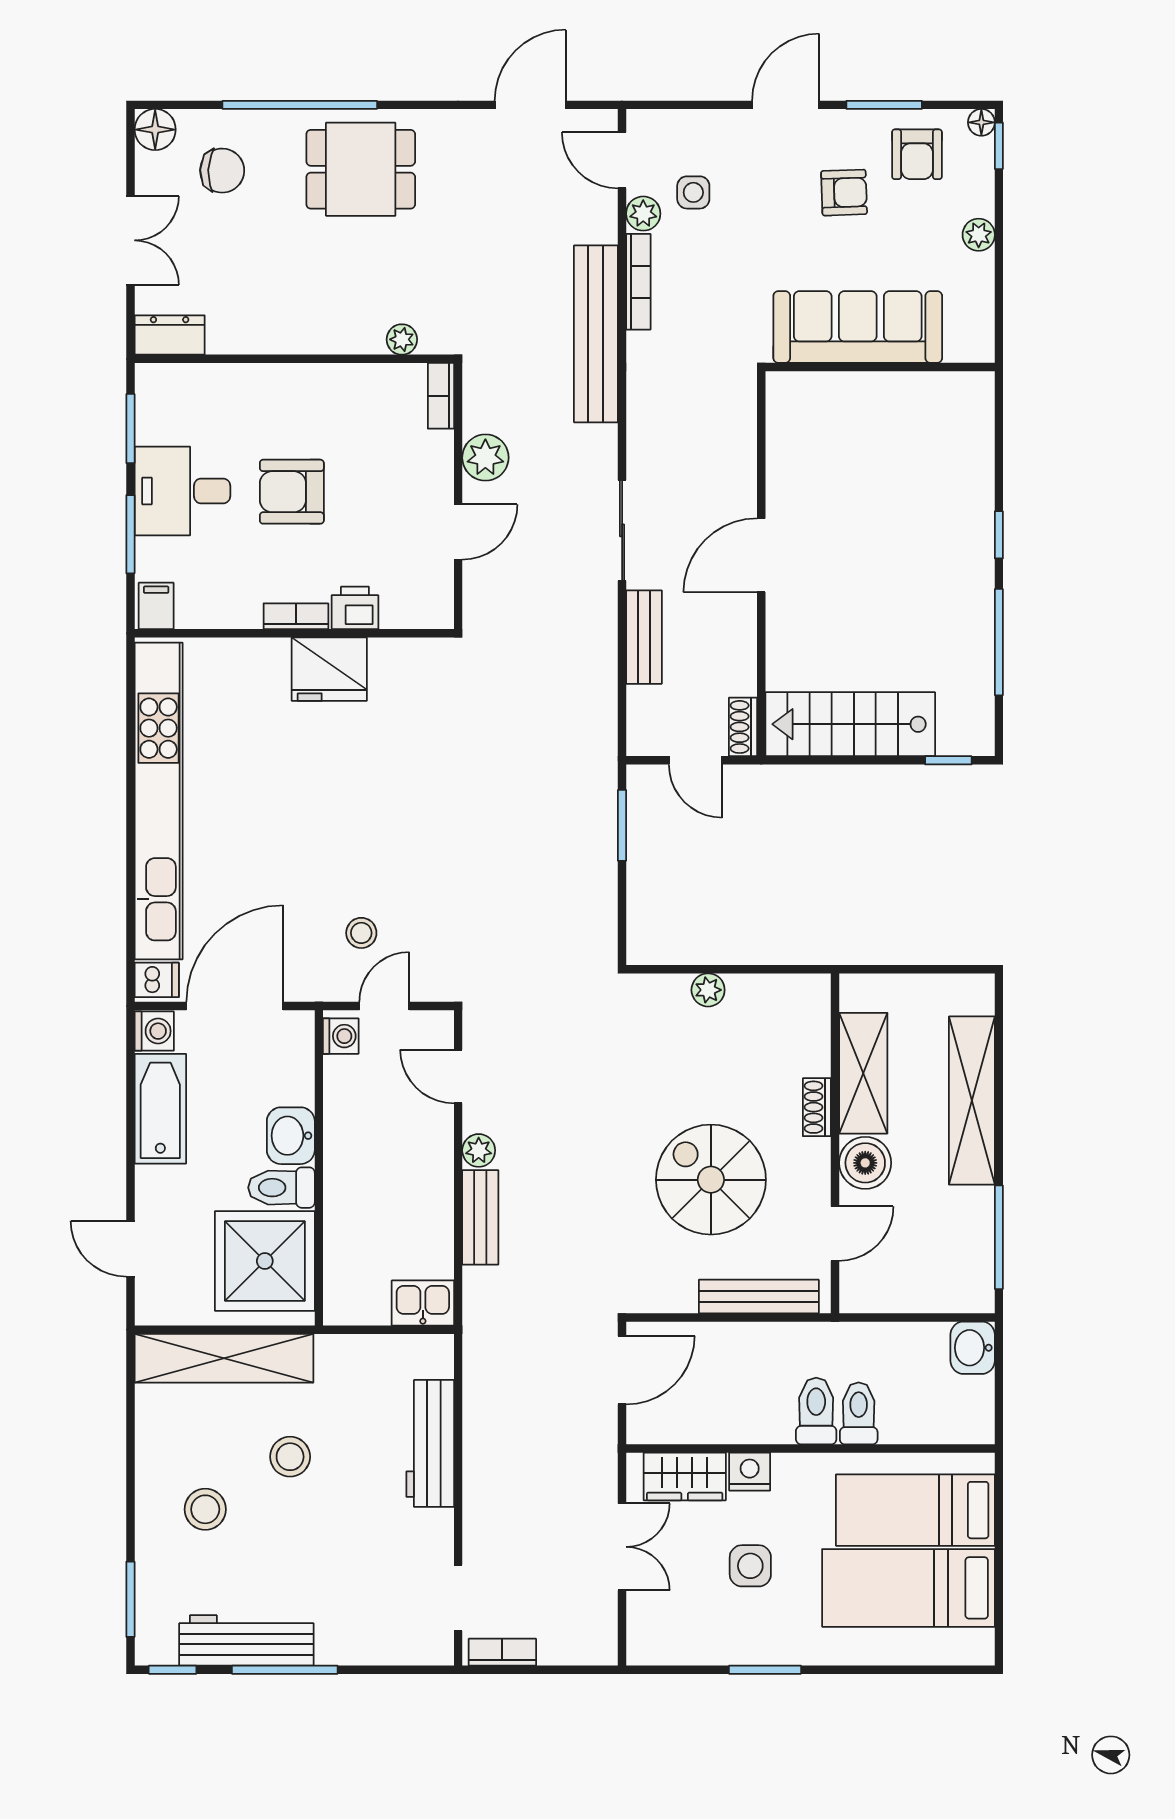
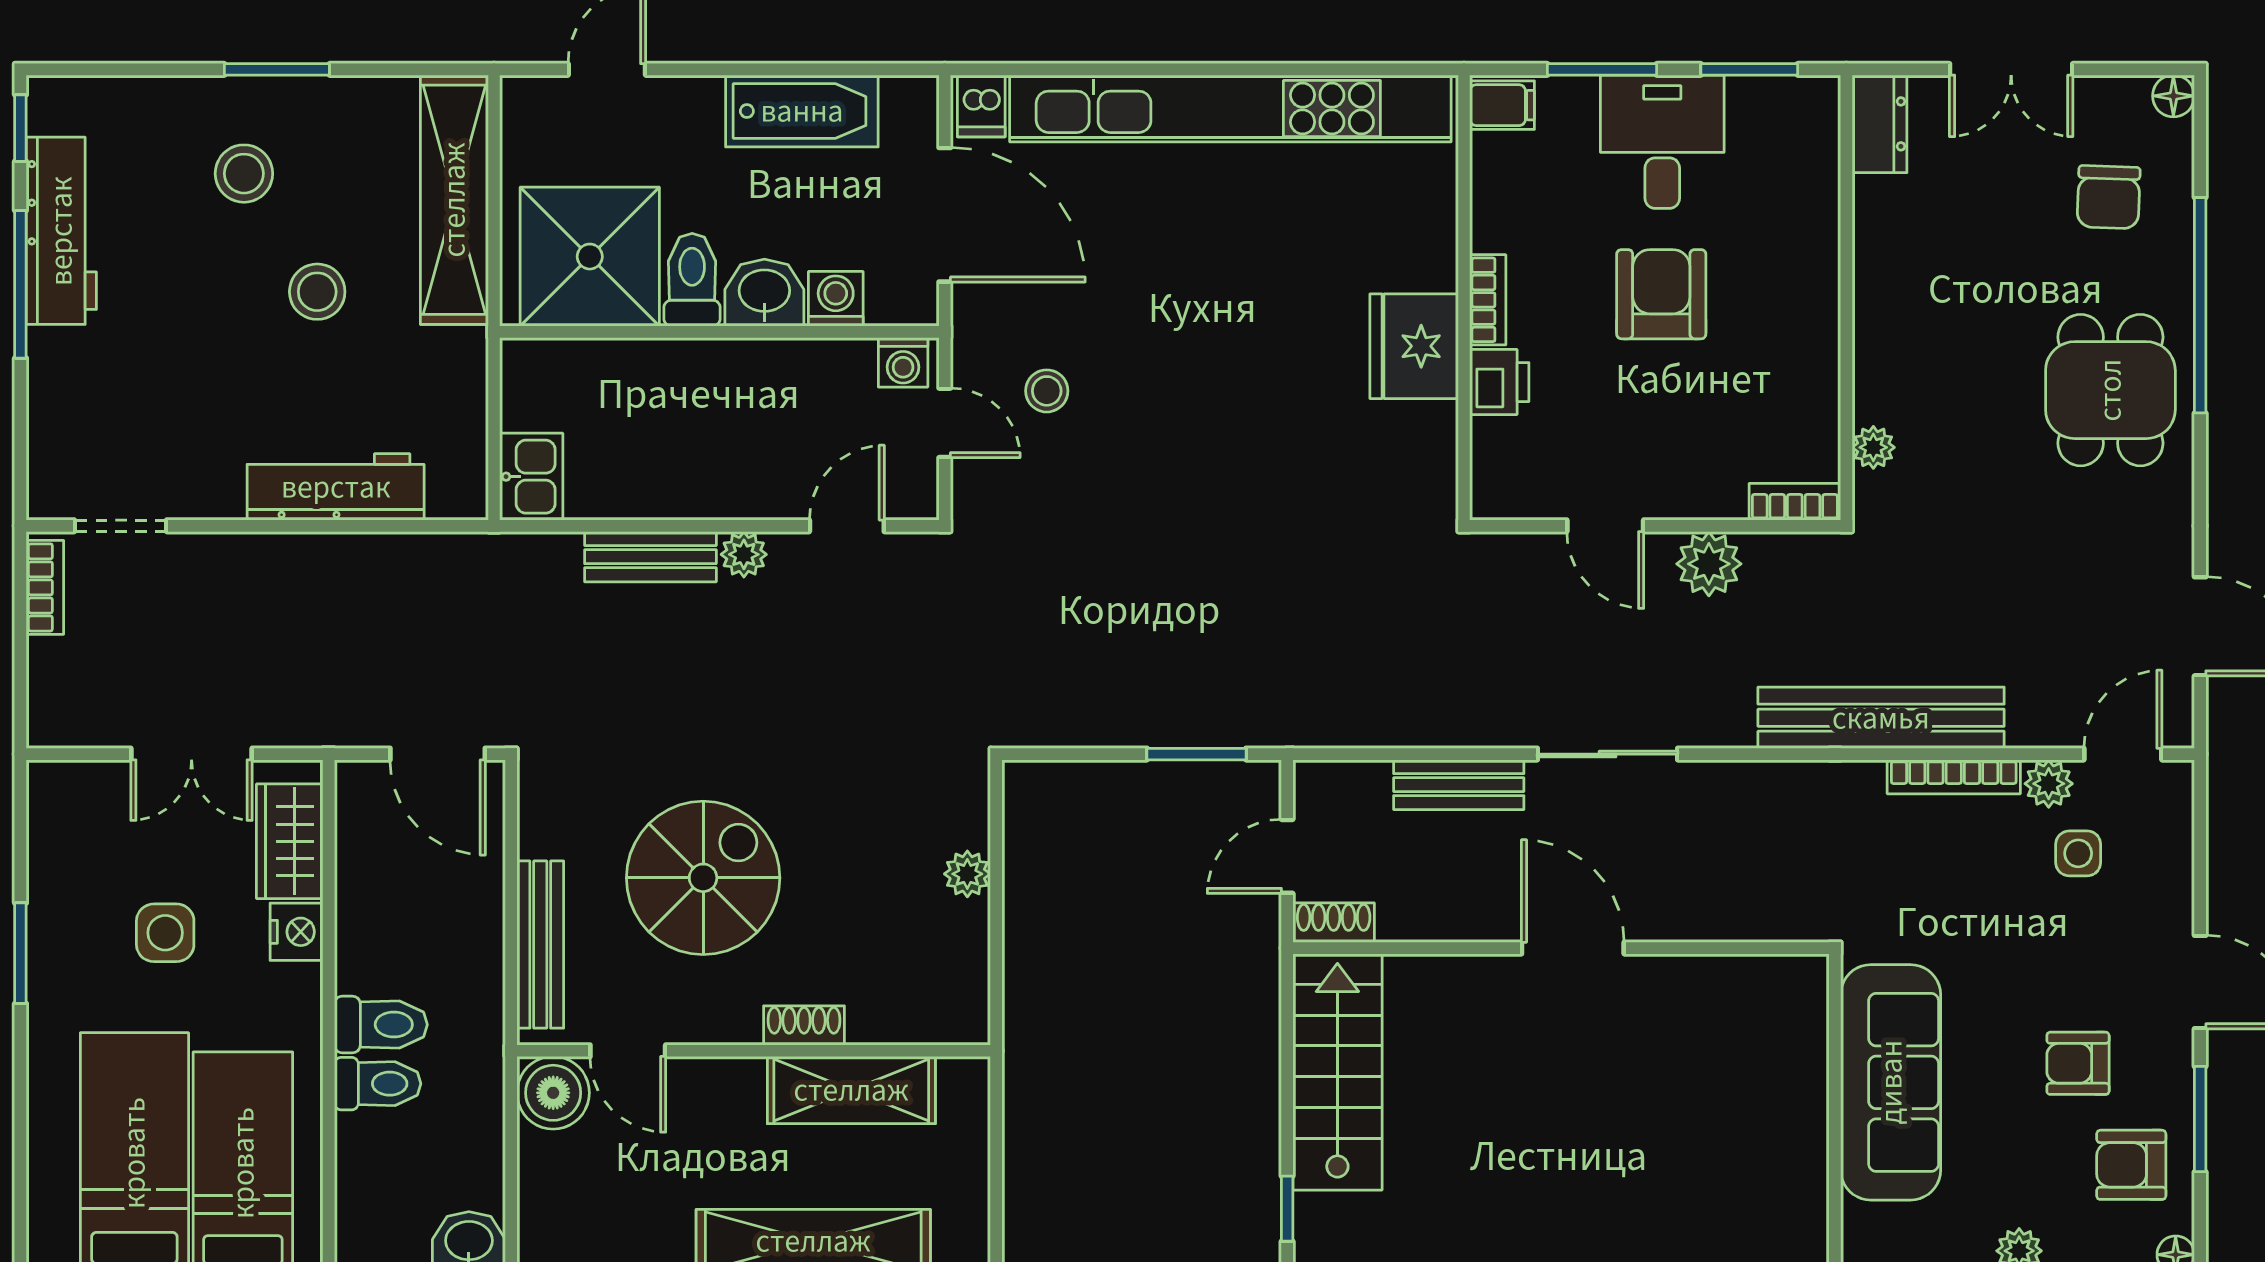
floor lamp: (155, 130) -> (2173, 96), width x0.73, depth x0.73
armchair: (844, 193) -> (2078, 1063), turned 92
washing machine: (154, 1031) -> (836, 299), moved, turned 180
boiler: (865, 1163) -> (553, 1093), moved
window: (130, 1599) -> (277, 69), moved

